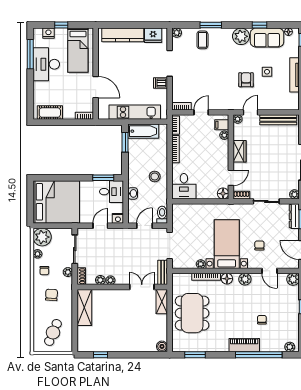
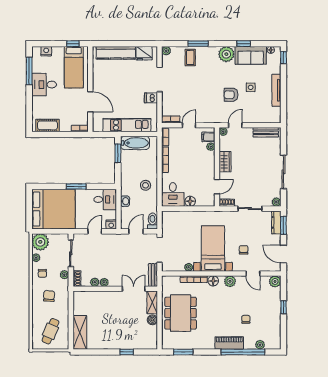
window: (61, 25) -> (73, 44), moved
desk: (46, 64) -> (44, 85), width x0.73
armchair: (246, 80) -> (231, 95), turned -90
bench: (278, 120) -> (266, 132), width x0.73
window: (103, 178) -> (76, 186), moved
floor lamp: (223, 194) -> (190, 201), moved
shelving: (84, 307) -> (80, 332), moved
boiler: (162, 346) -> (152, 320), moved
plant: (290, 347) -> (260, 345), moved
window: (100, 355) -> (127, 352), moved

